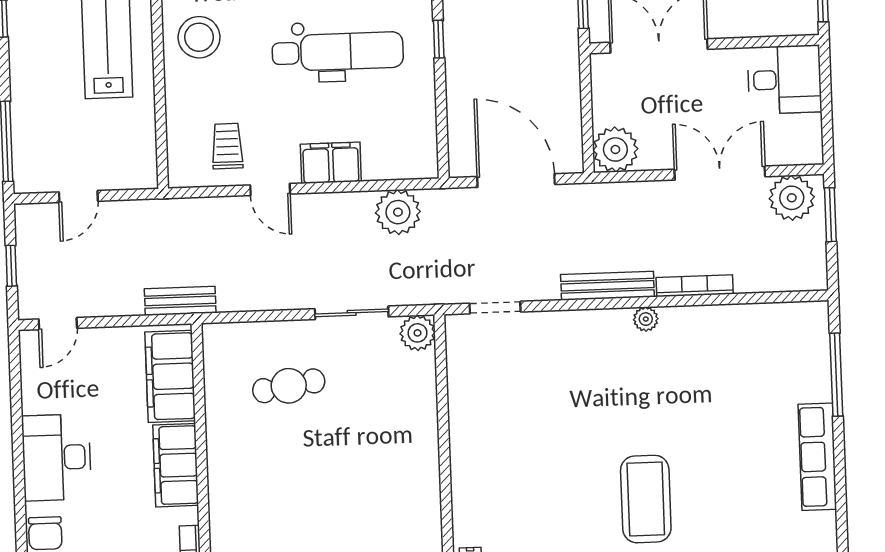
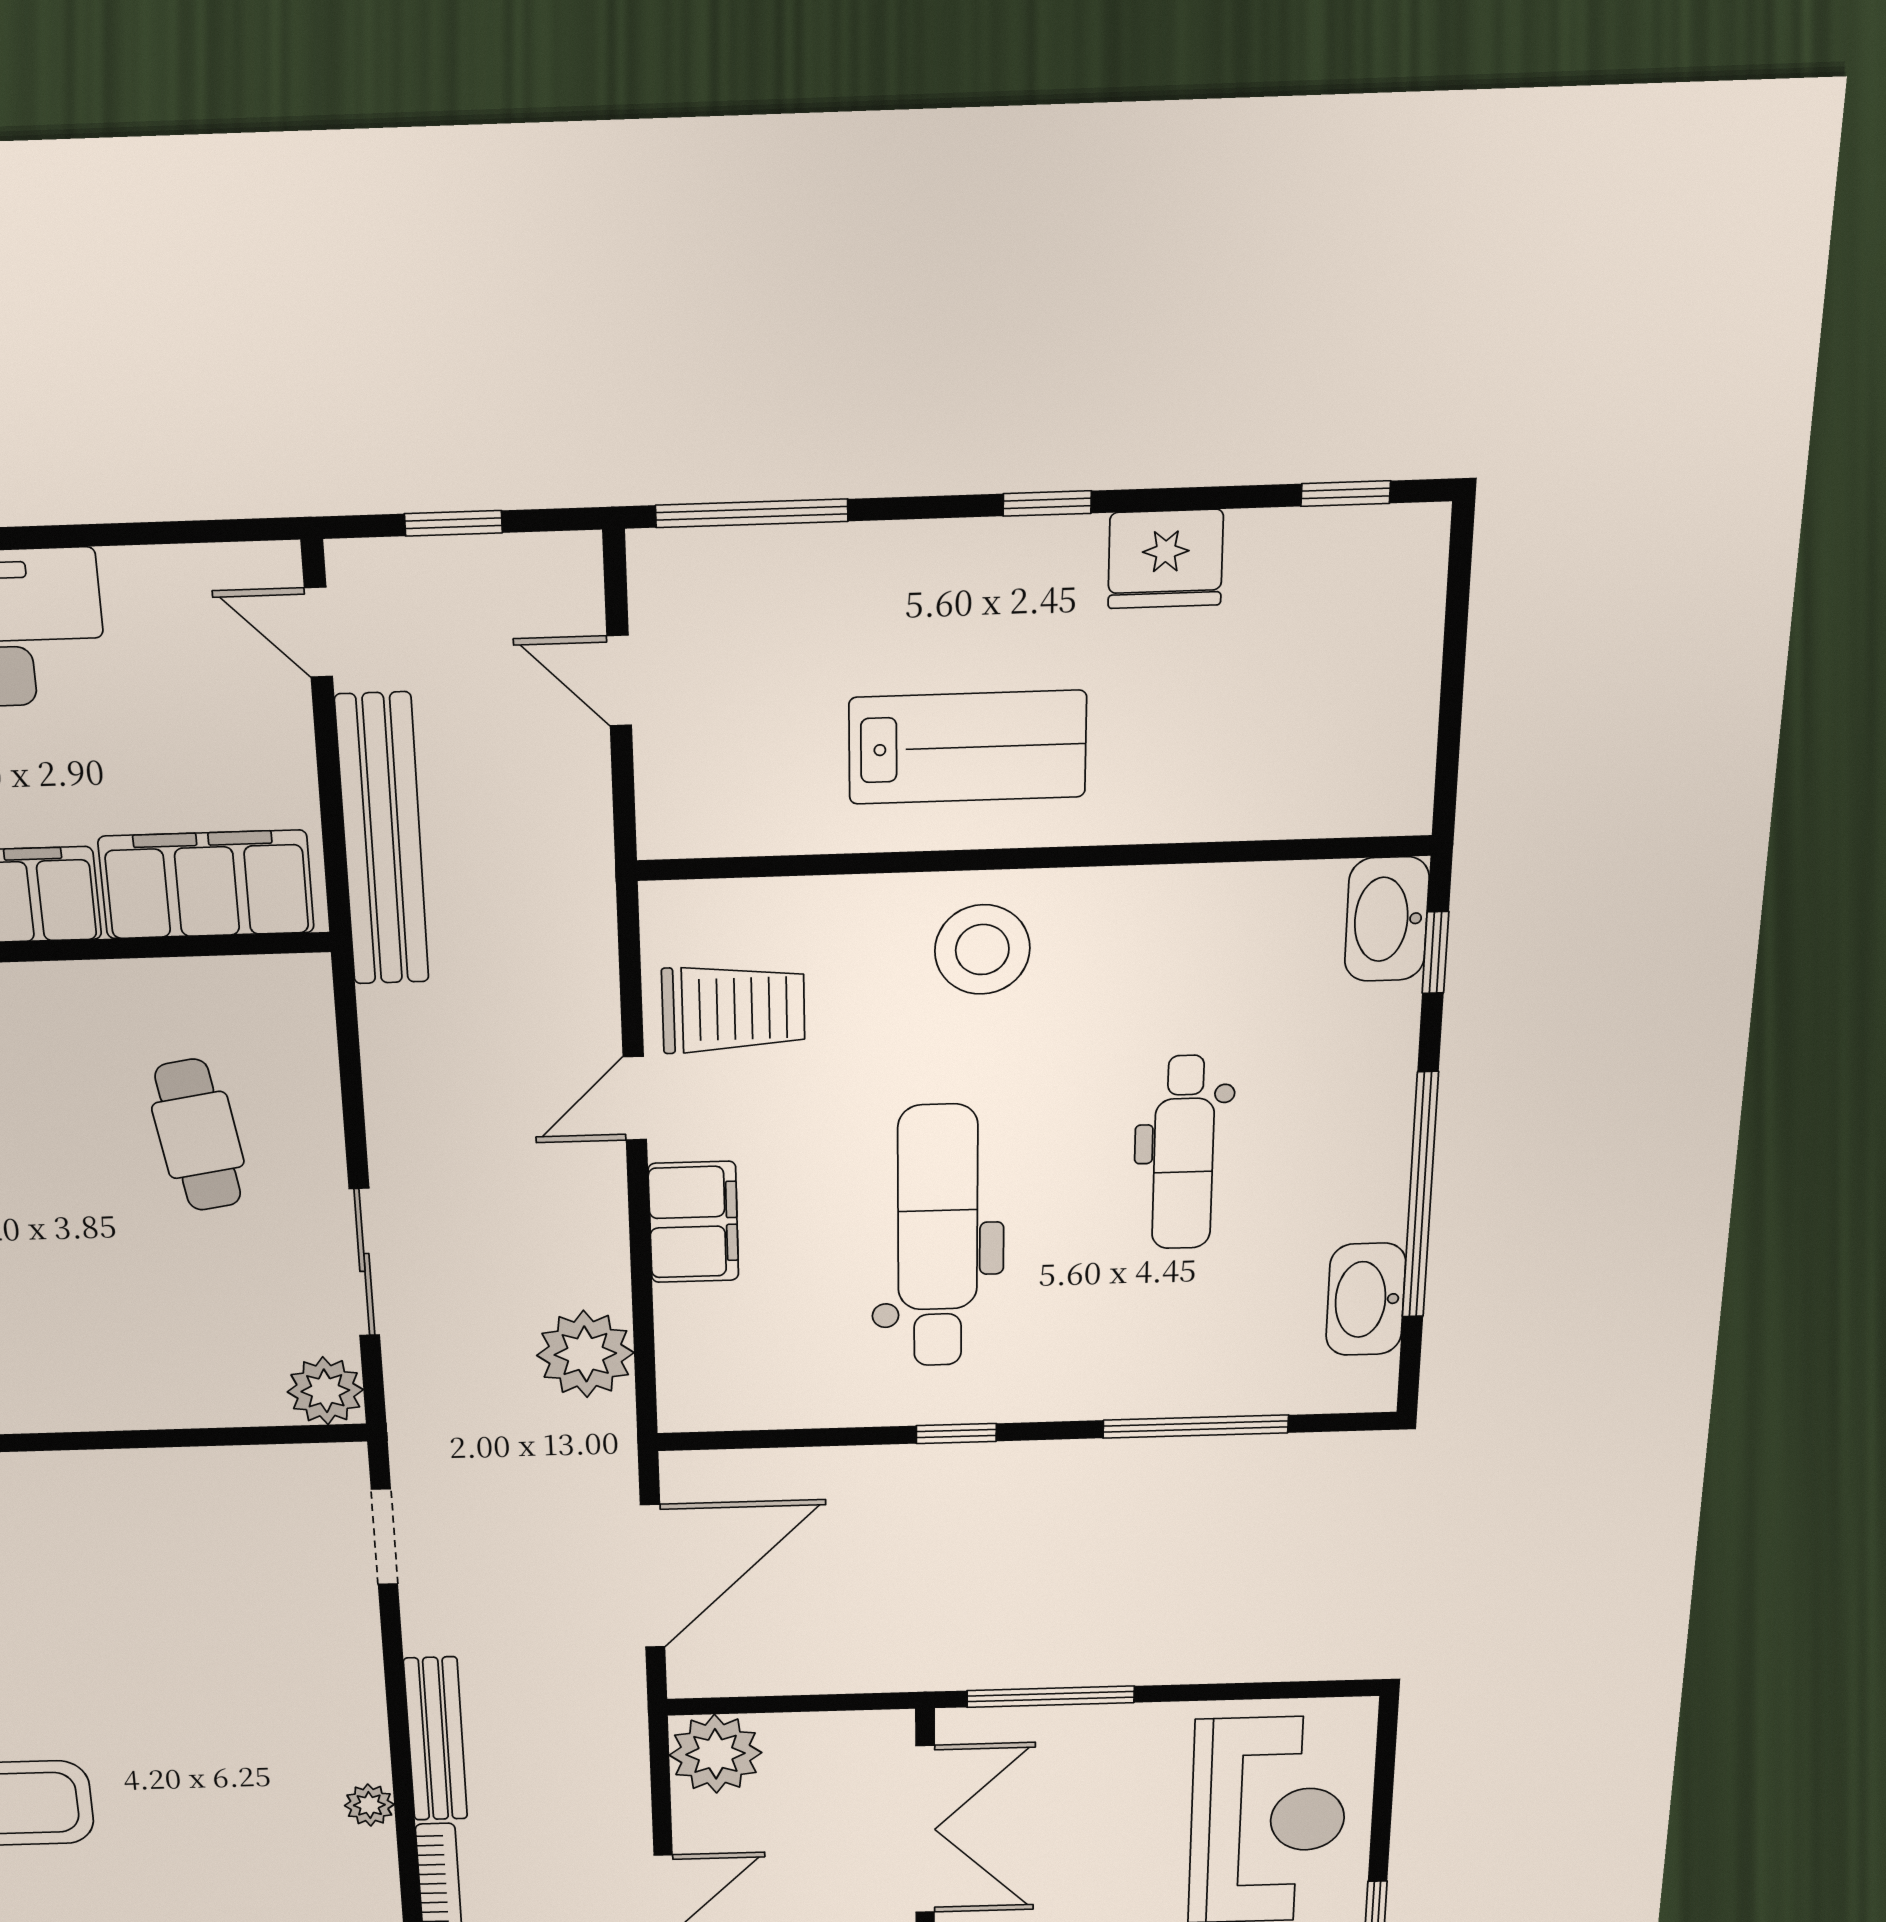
dental chair: (338, 52) -> (938, 1237), turned 180
trolley: (227, 146) -> (733, 1009), width x1.36, depth x1.39
bench: (180, 301) -> (382, 840), width x1.86, depth x1.21

